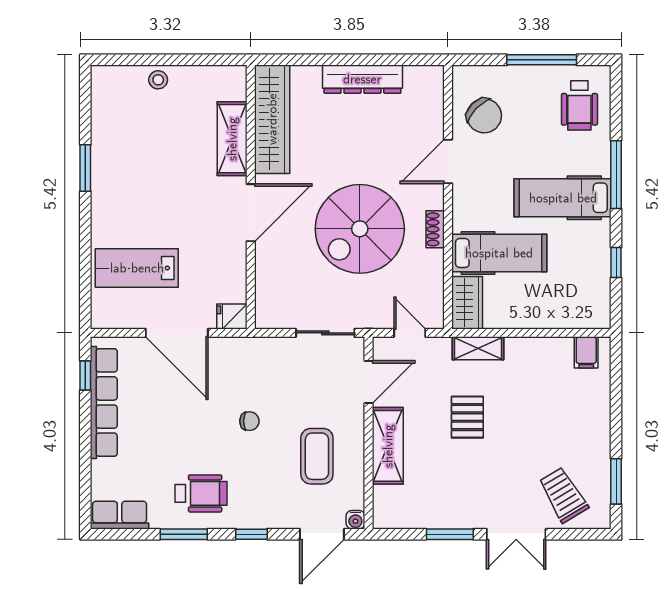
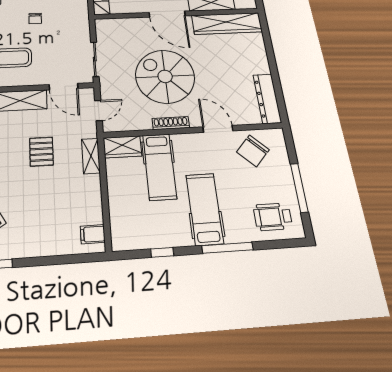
dresser: (362, 79) -> (267, 99), moved
shoe rack: (435, 229) -> (171, 123), width x1.43
pallet: (467, 417) -> (41, 152), turned 90

